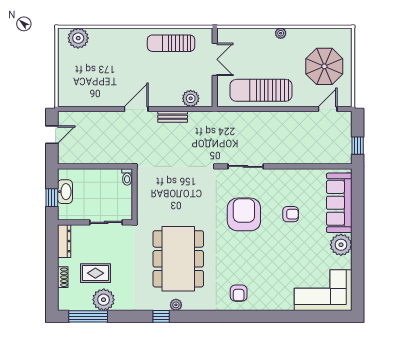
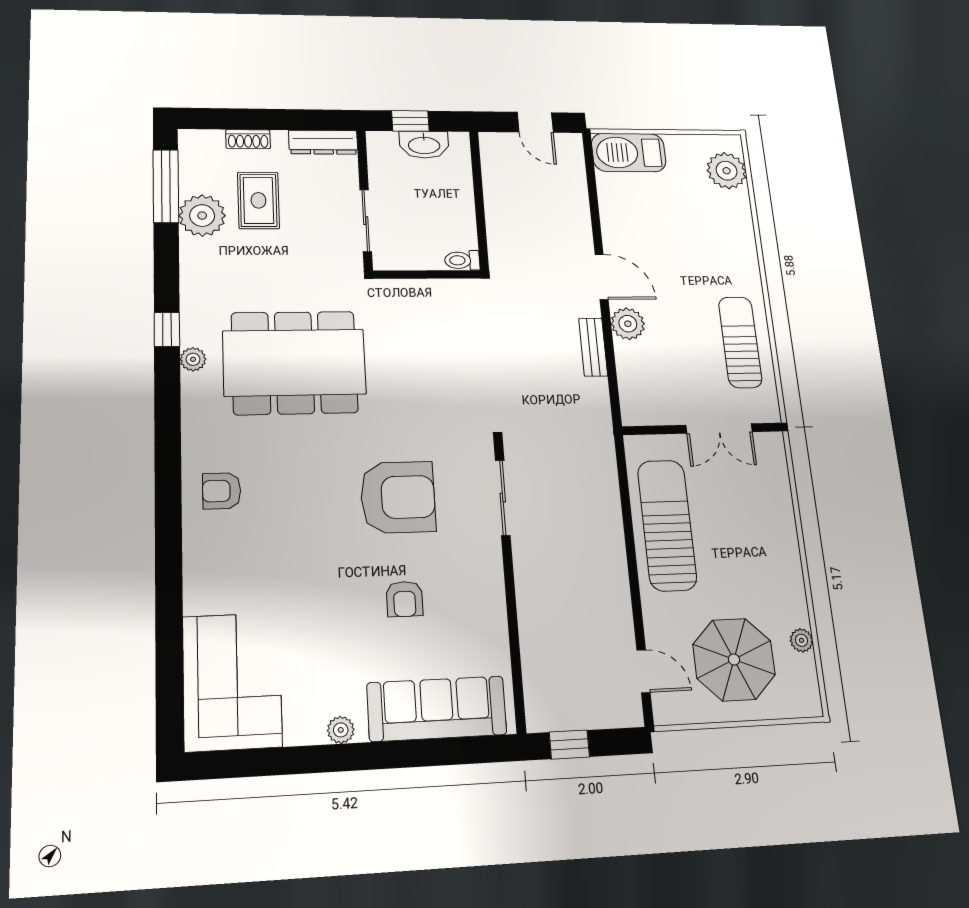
plant: (281, 33) -> (801, 640), moved
barbecue: (68, 88) -> (629, 153), added
plant: (191, 98) -> (628, 324), moved
plant: (341, 245) -> (341, 730), width x0.53, depth x0.53

